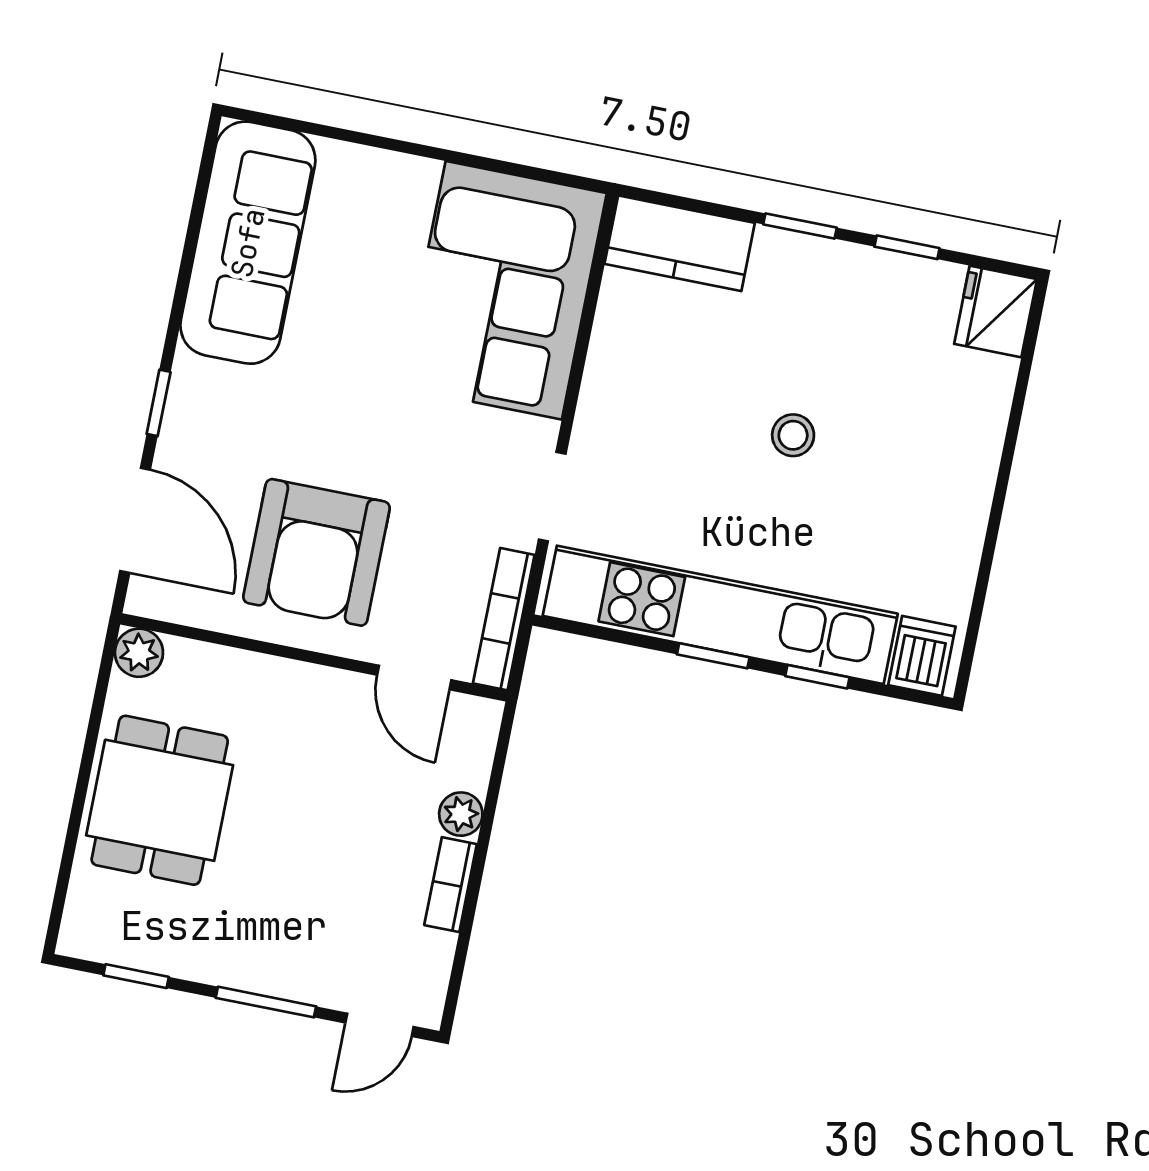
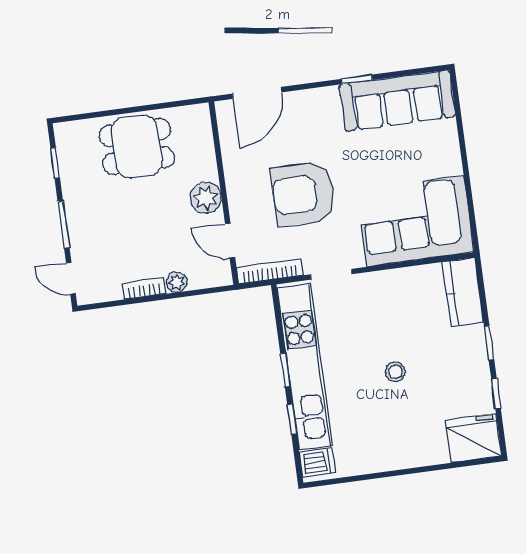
fridge: (996, 312) -> (474, 438), width x1.36, depth x1.34
window: (159, 403) -> (357, 79), moved
armchair: (317, 552) -> (303, 194), moved
plant: (139, 653) -> (206, 198), moved, width x1.38, depth x1.38
door: (414, 677) -> (230, 241), hinge flipped

